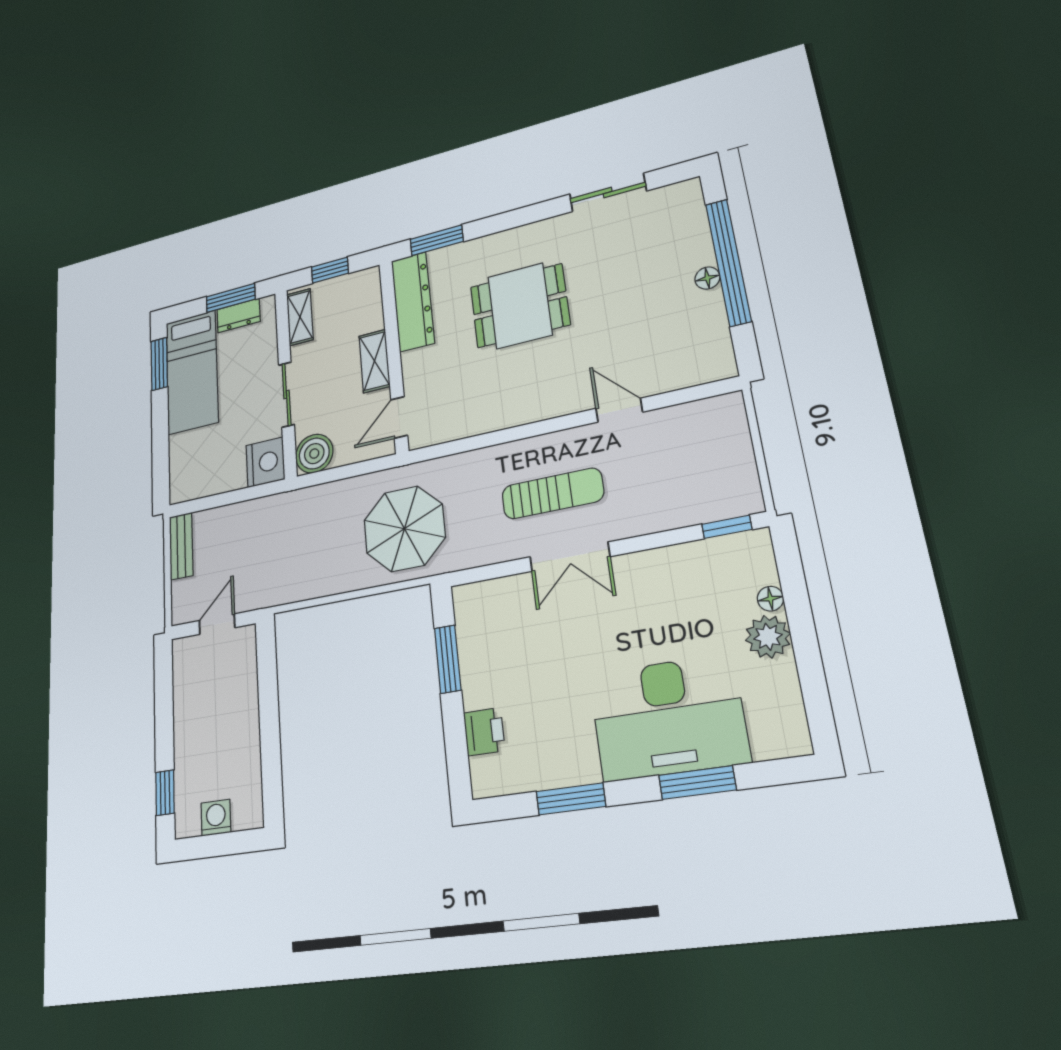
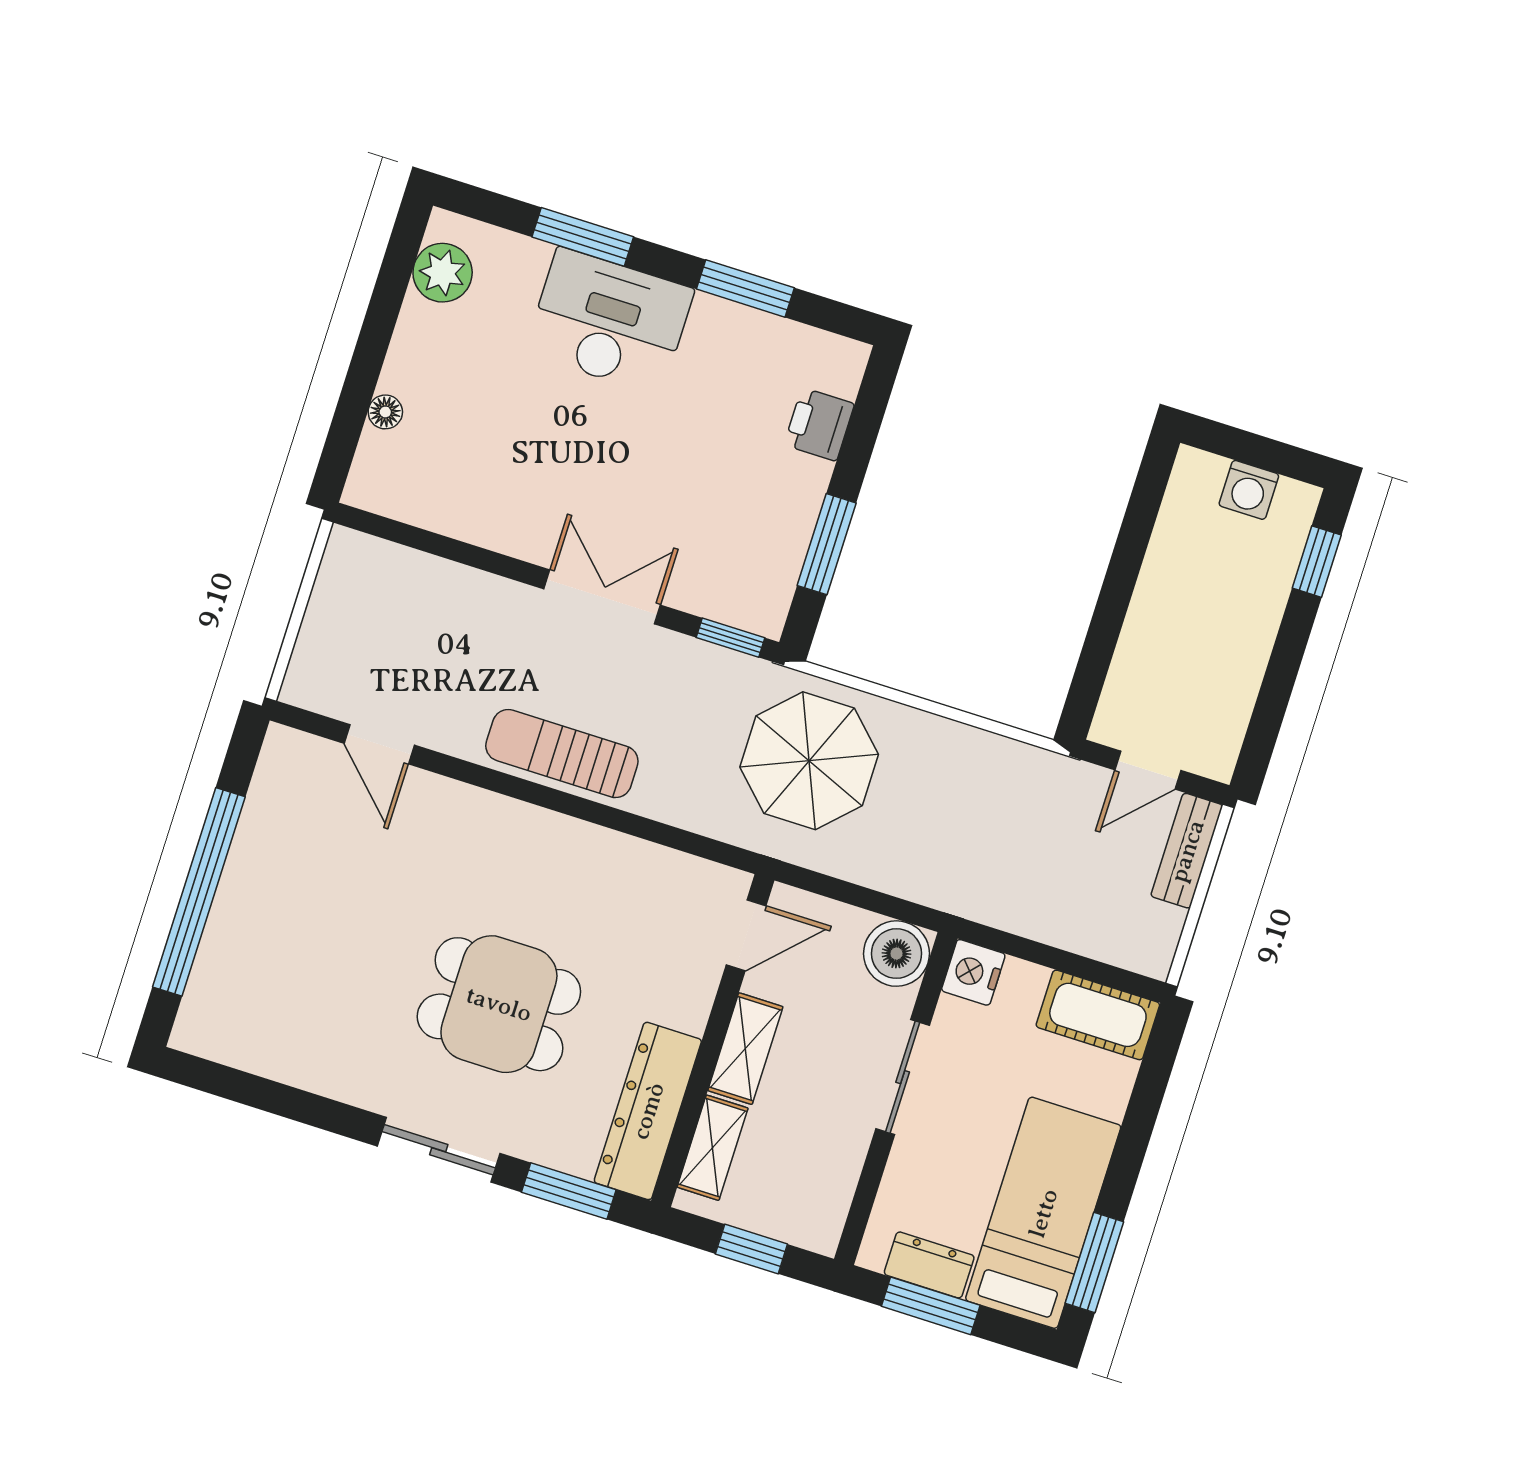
sliding door: (608, 193) -> (439, 1150), moved
floor lamp: (707, 278) -> (236, 885), removed
shelving: (300, 317) -> (713, 1148), moved
door: (619, 410) -> (379, 744), moved
nightstand: (265, 462) -> (973, 972), width x0.74, depth x0.75
cot: (199, 482) -> (1098, 1015), added
sun lounger: (552, 493) -> (562, 754), moved
window: (727, 527) -> (730, 638), moved
bench: (181, 546) -> (1187, 851), moved
plant: (768, 637) -> (443, 273), moved
desk: (668, 718) -> (609, 321), width x0.73, depth x0.77

